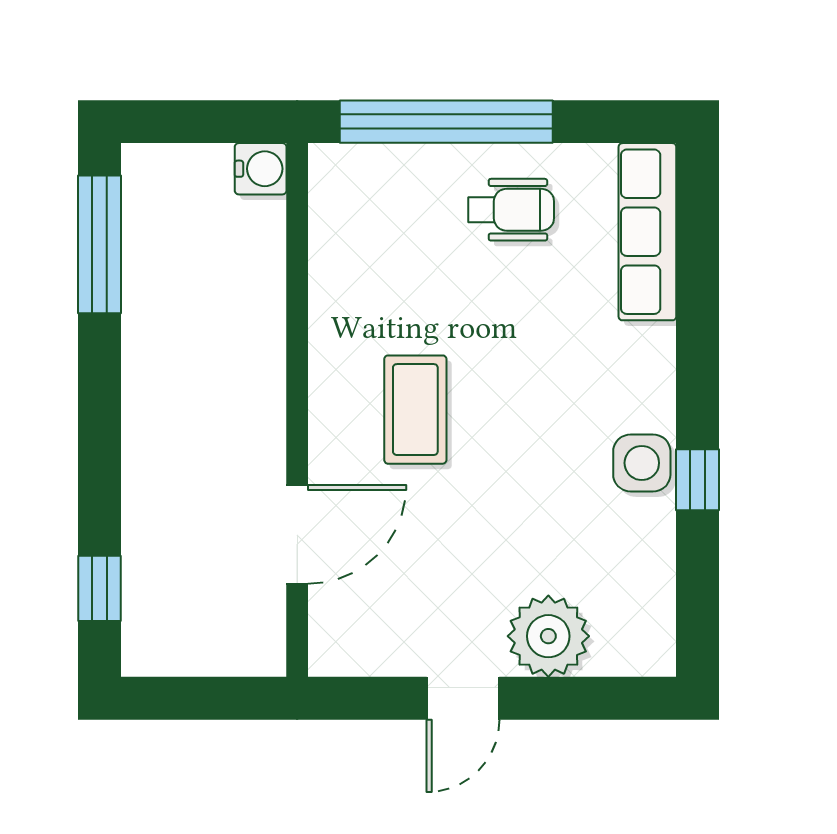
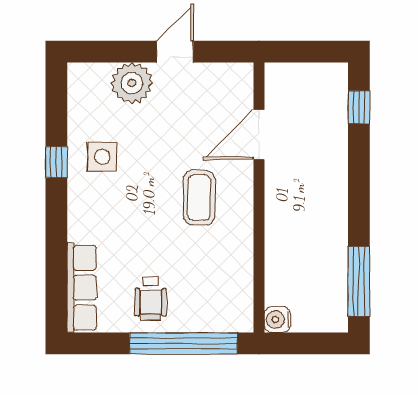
wheelchair: (511, 210) -> (151, 299), turned -90
side table: (642, 463) -> (102, 157), moved

